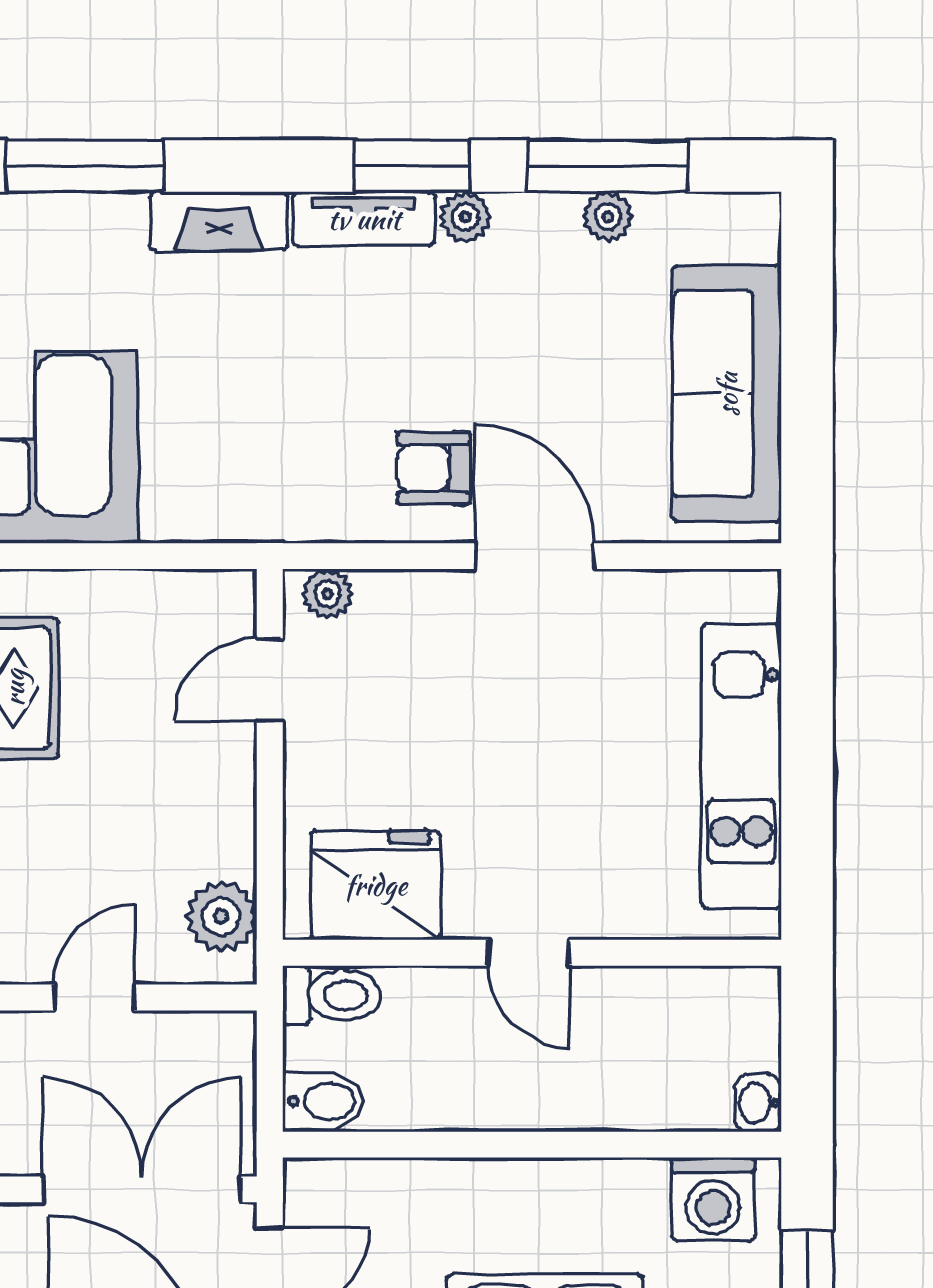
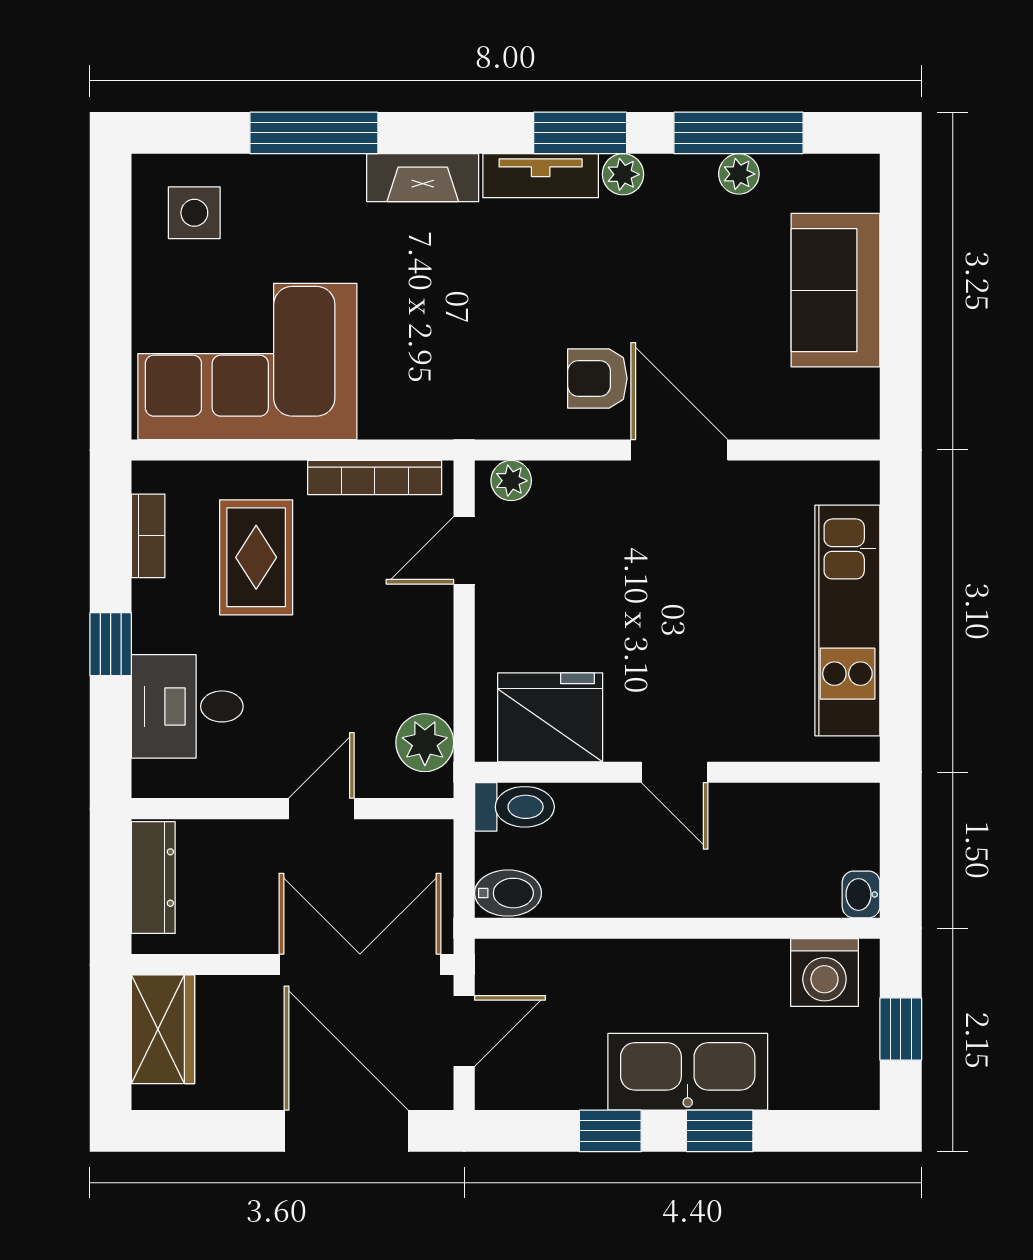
sofa: (727, 394) -> (836, 290), width x0.73
bookcase: (160, 590) -> (375, 477), added

